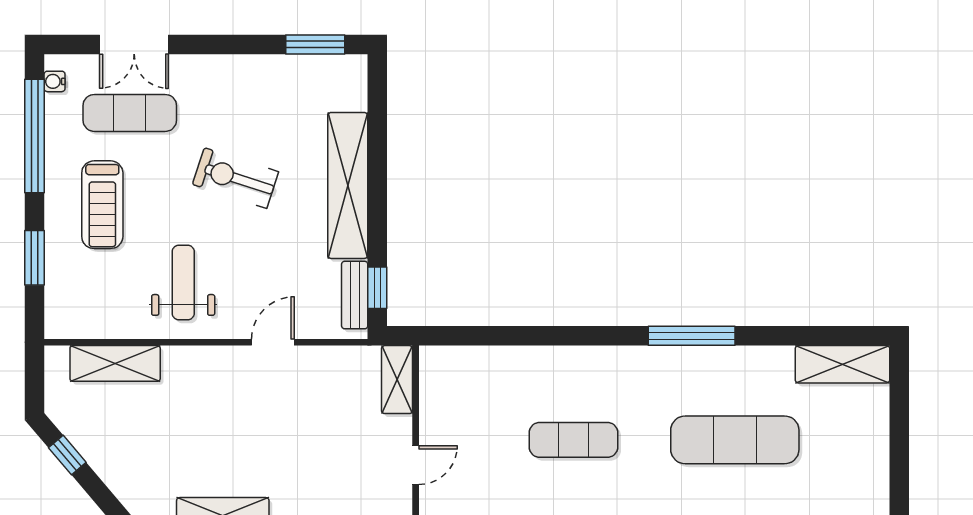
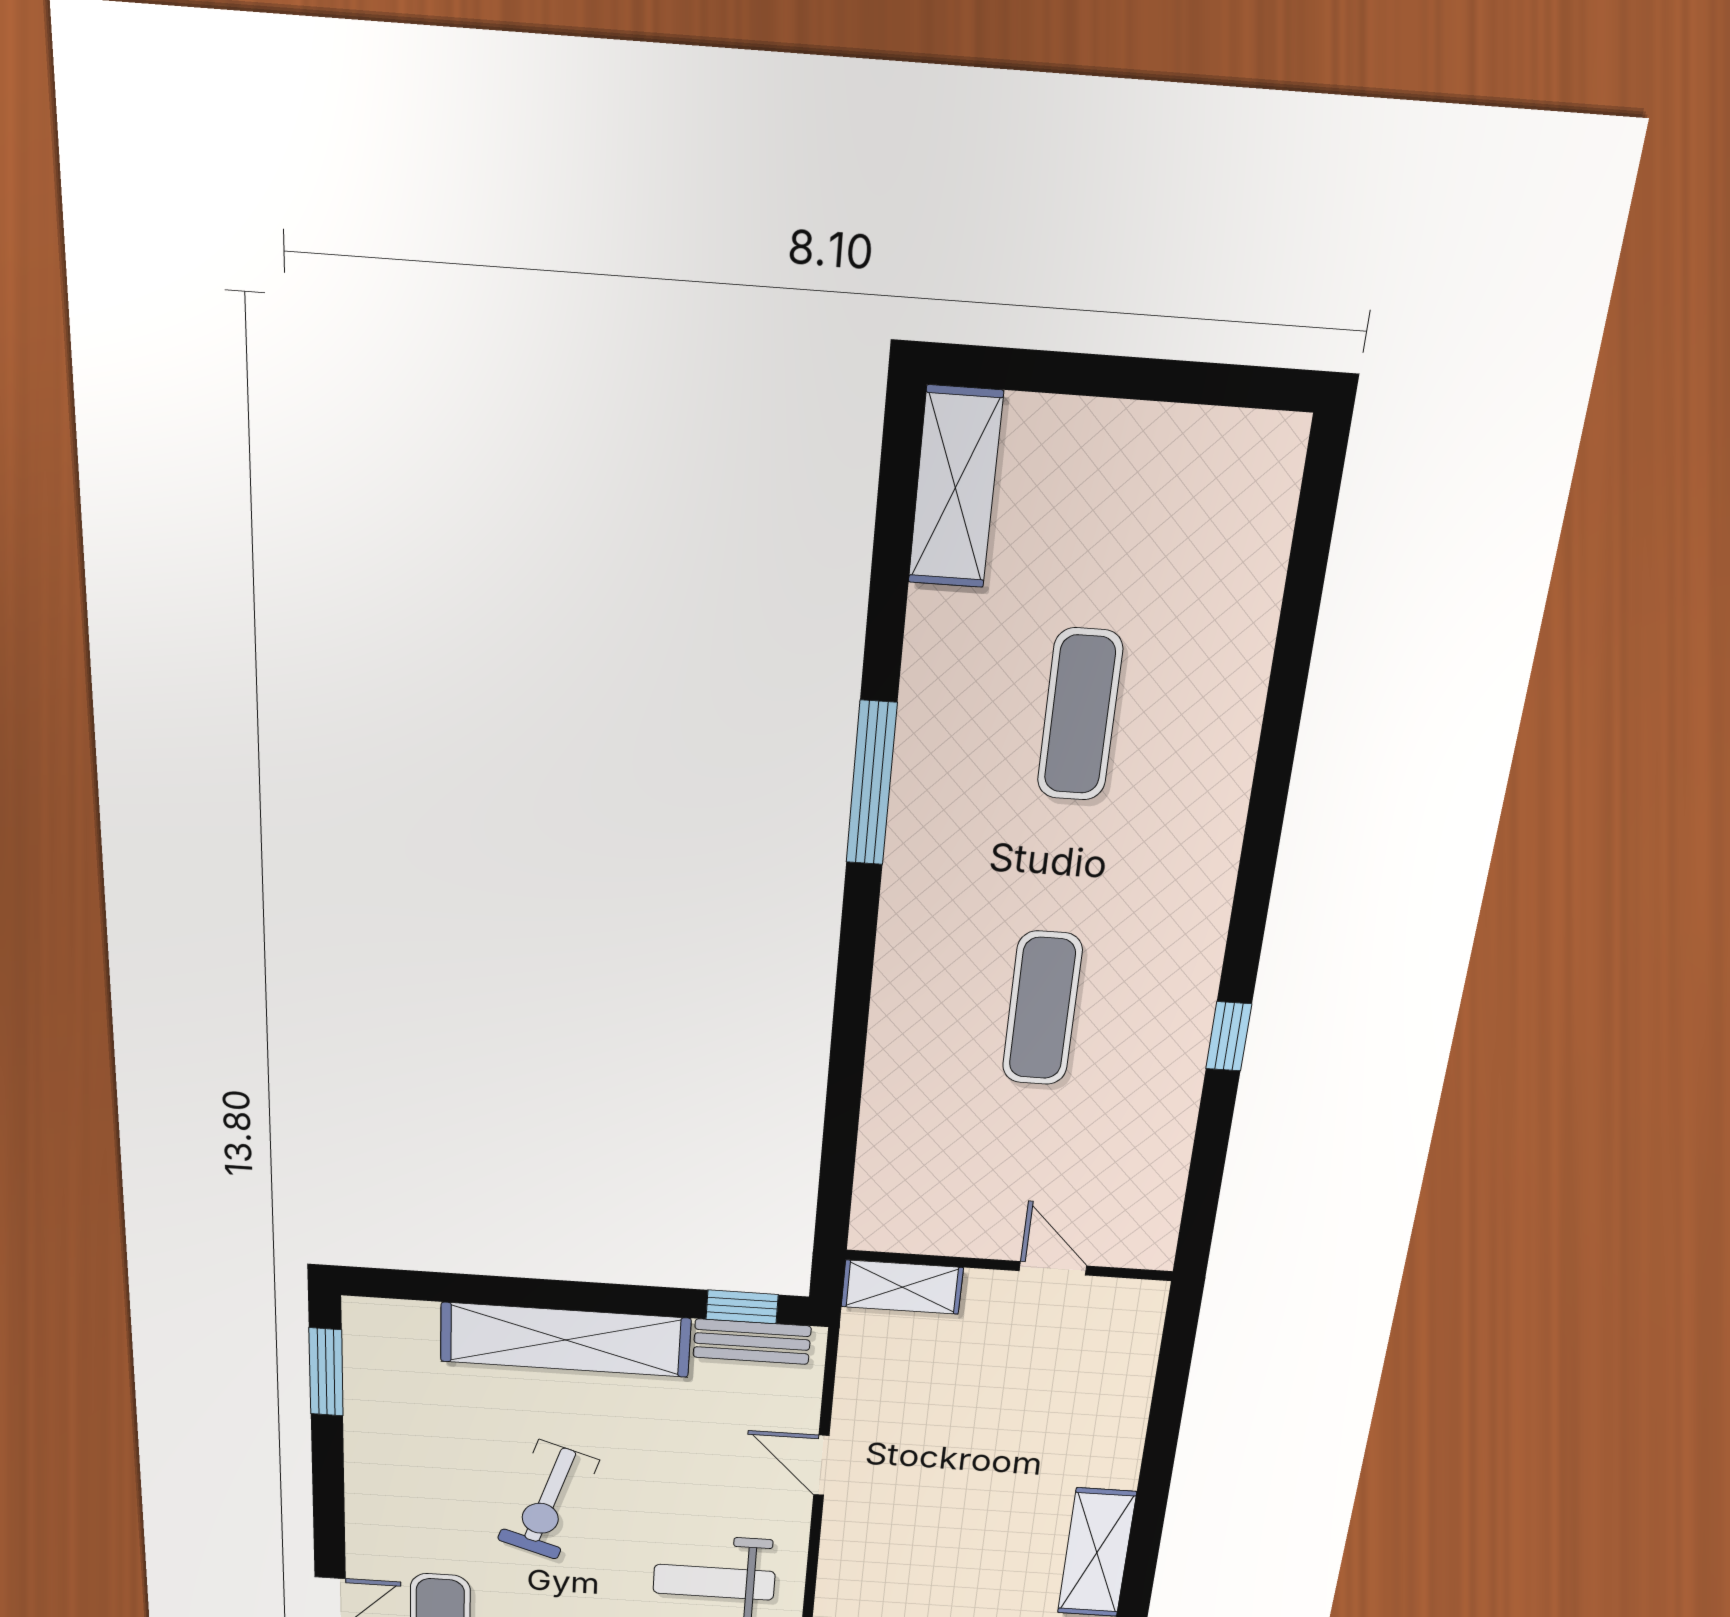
exercise mat: (735, 440) -> (1080, 715), width x0.73, depth x0.69

